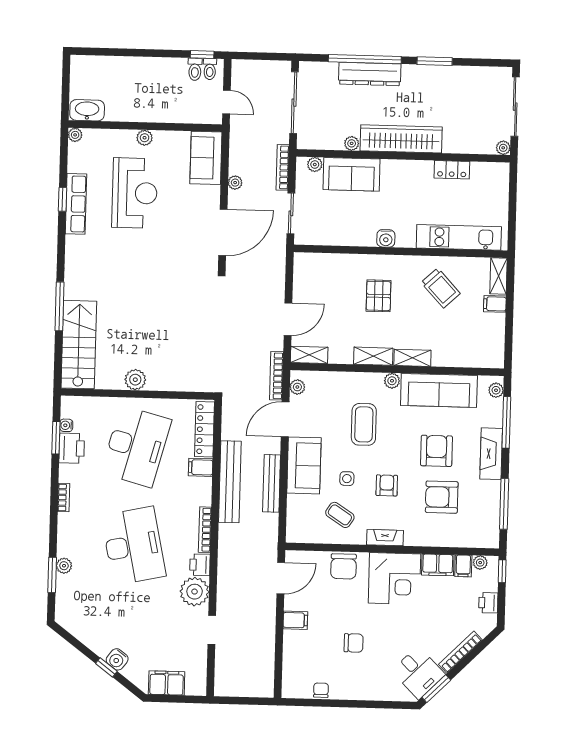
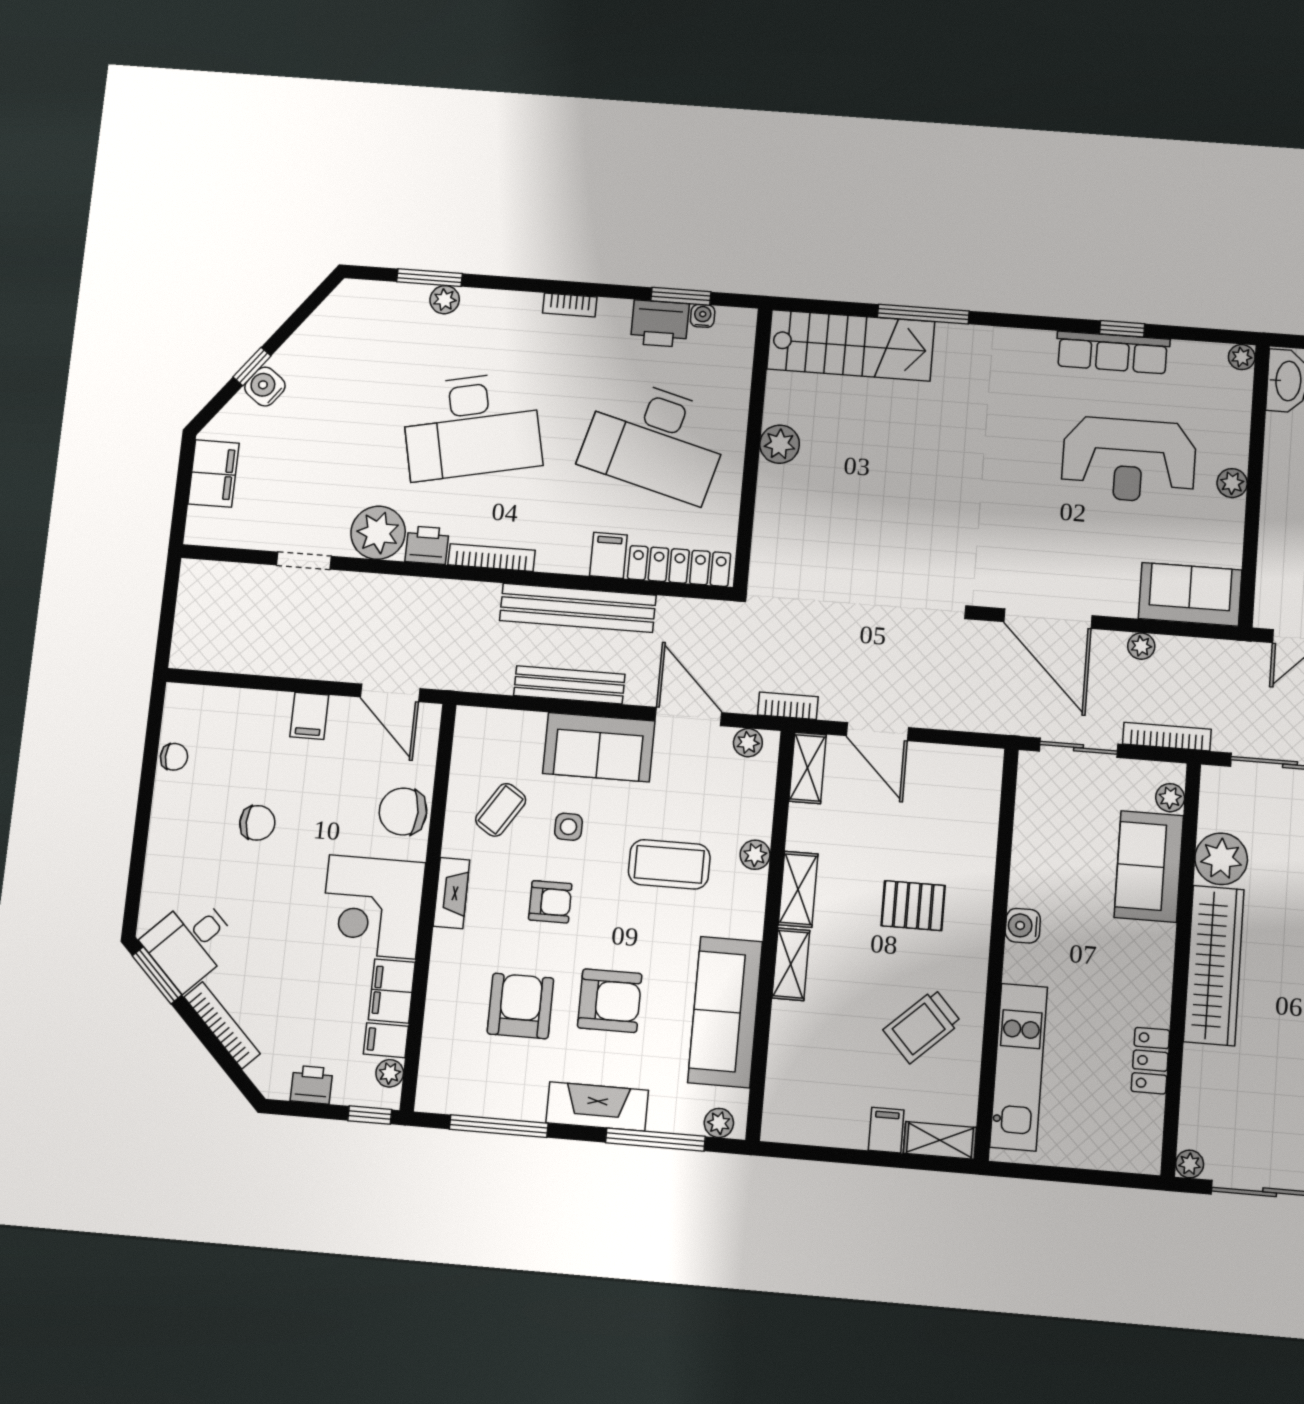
plant: (352, 143) -> (1221, 859), width x1.87, depth x1.87
bookcase: (276, 376) -> (788, 706), width x0.64
plant: (392, 381) -> (755, 855), moved
chair: (354, 643) -> (257, 823), turned -90

